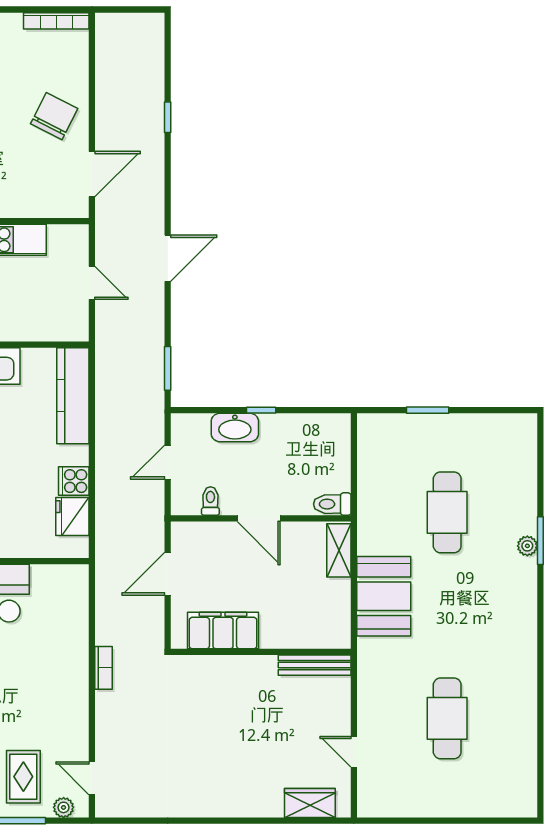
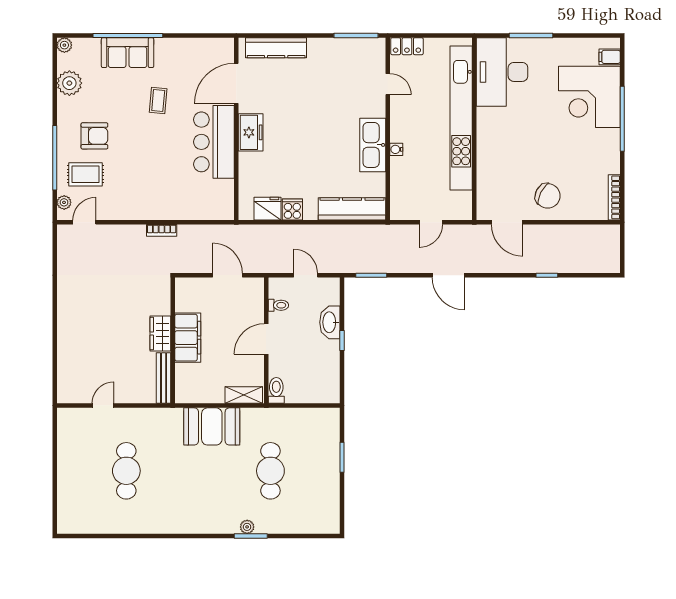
cafe table: (447, 512) -> (270, 471), turned 90
filing cabinet: (223, 630) -> (188, 338), moved
cafe table: (447, 718) -> (126, 471), turned 90
wardrobe: (310, 803) -> (160, 334), moved, turned 180

